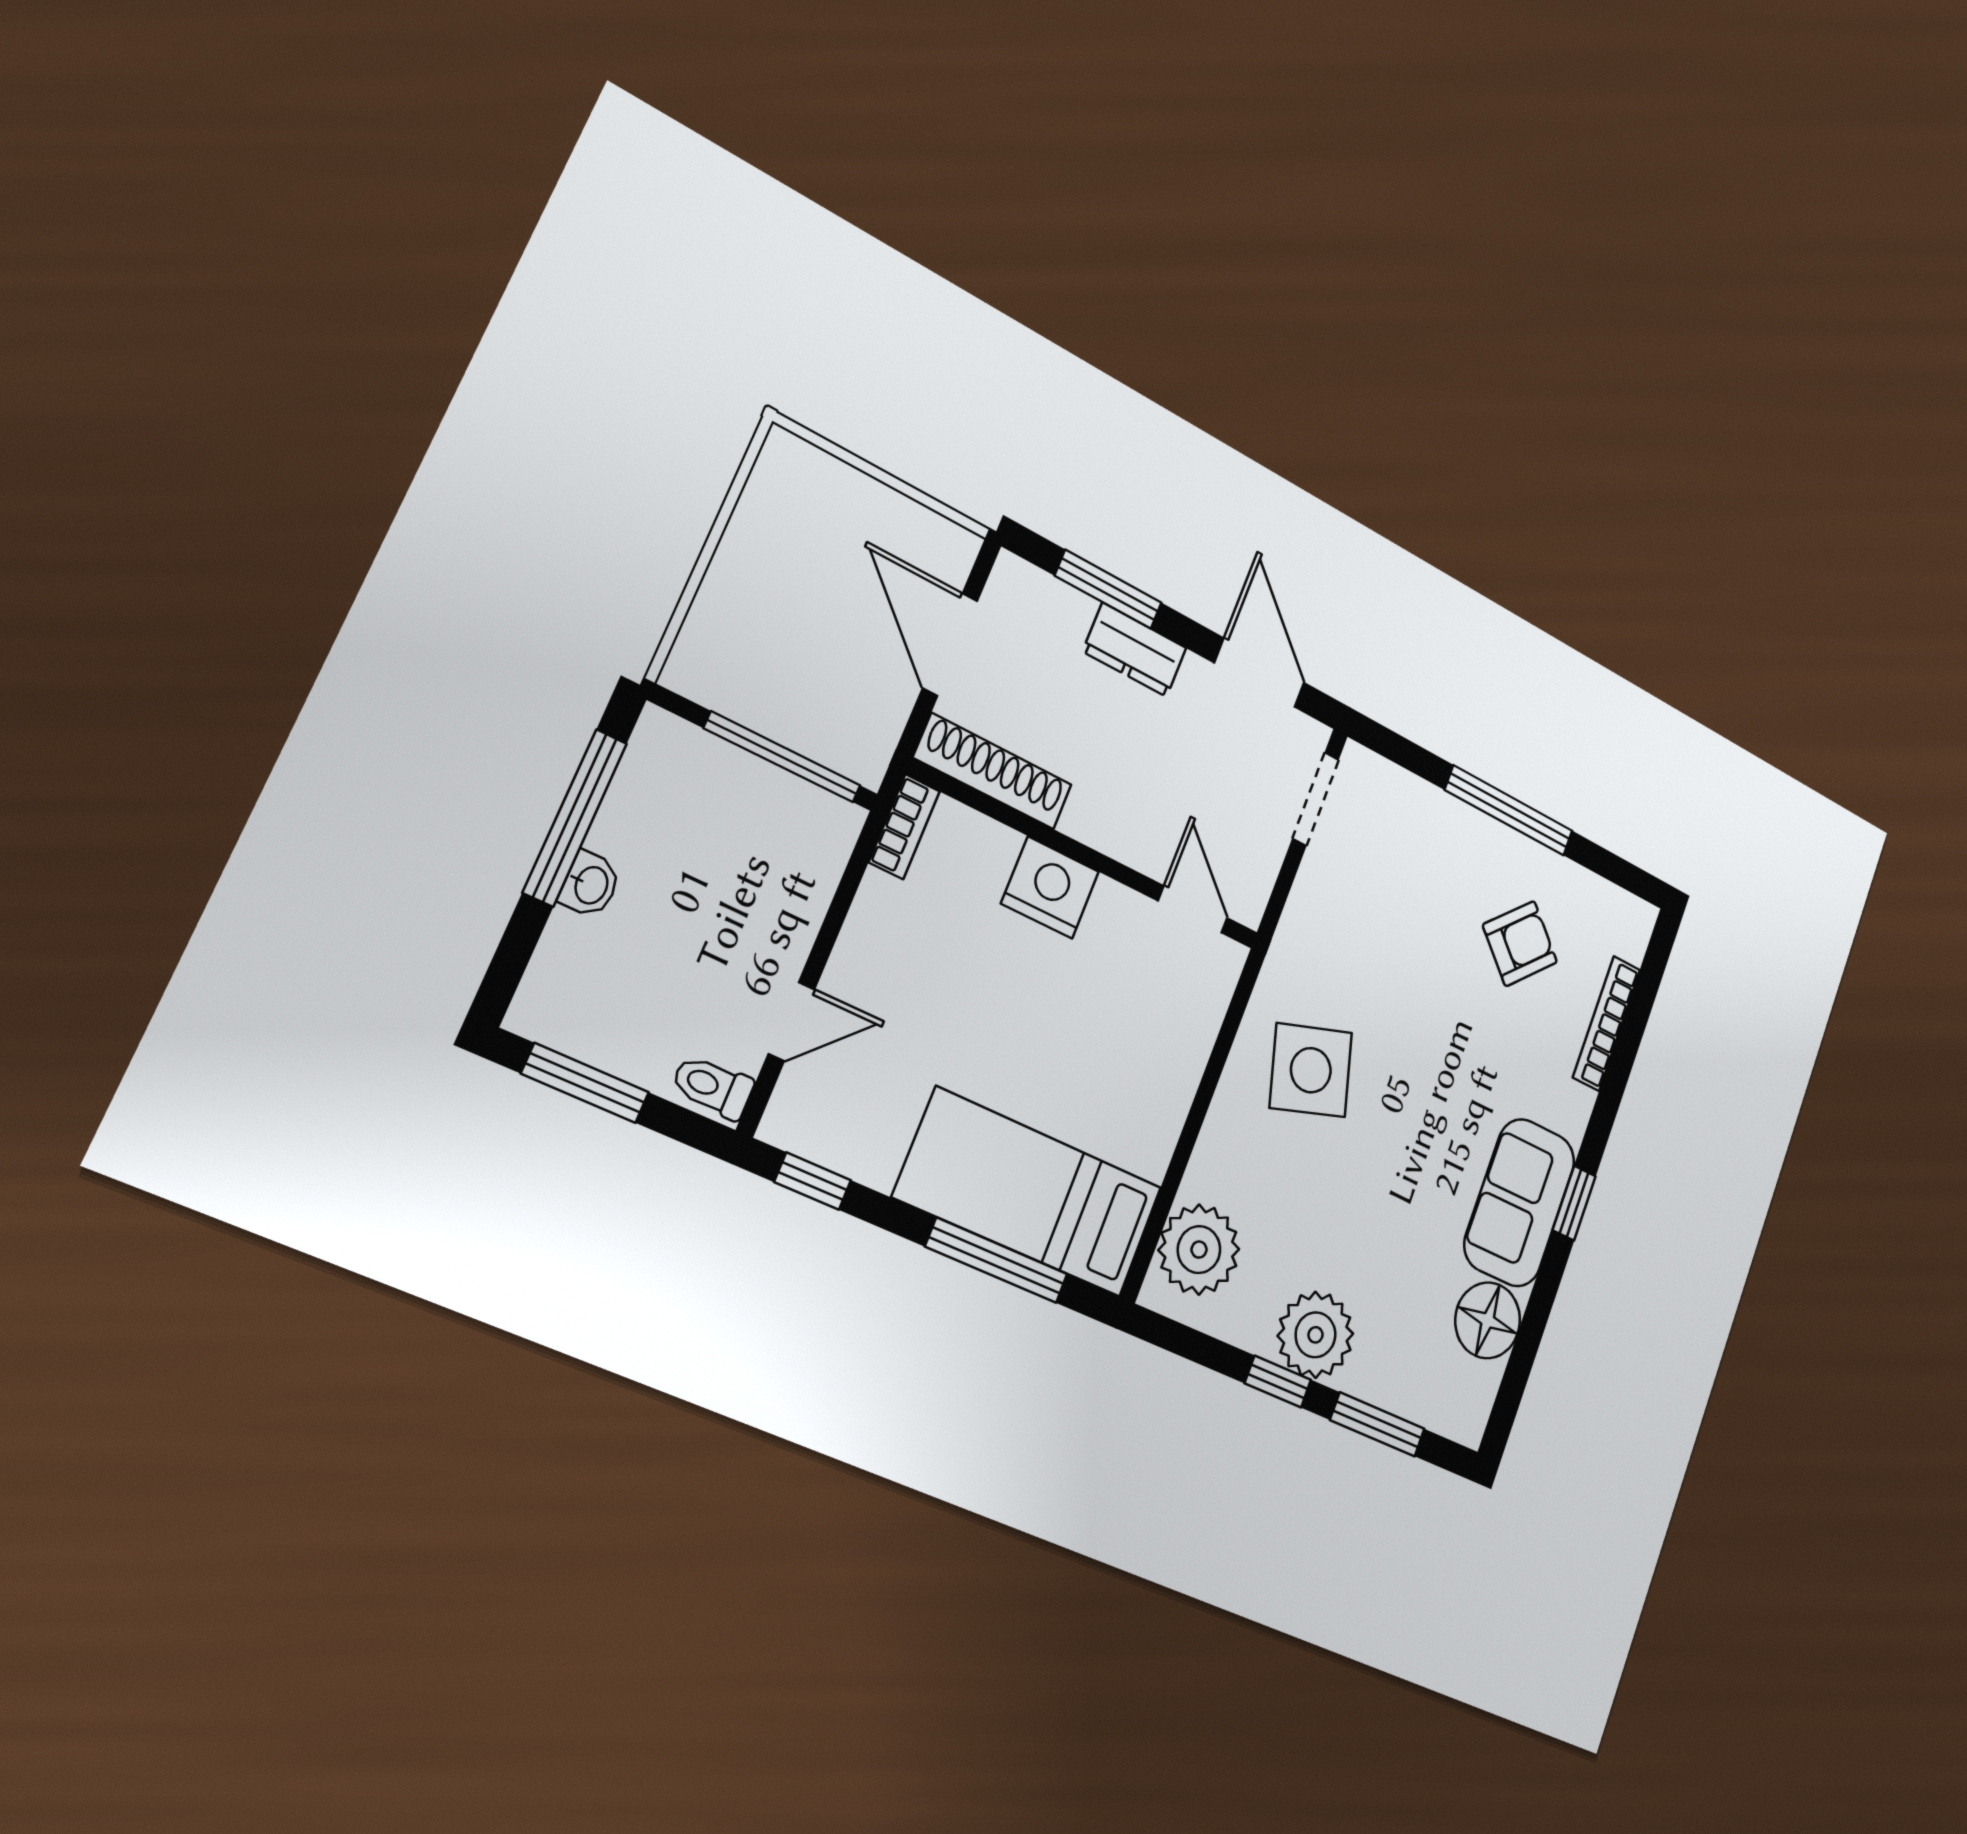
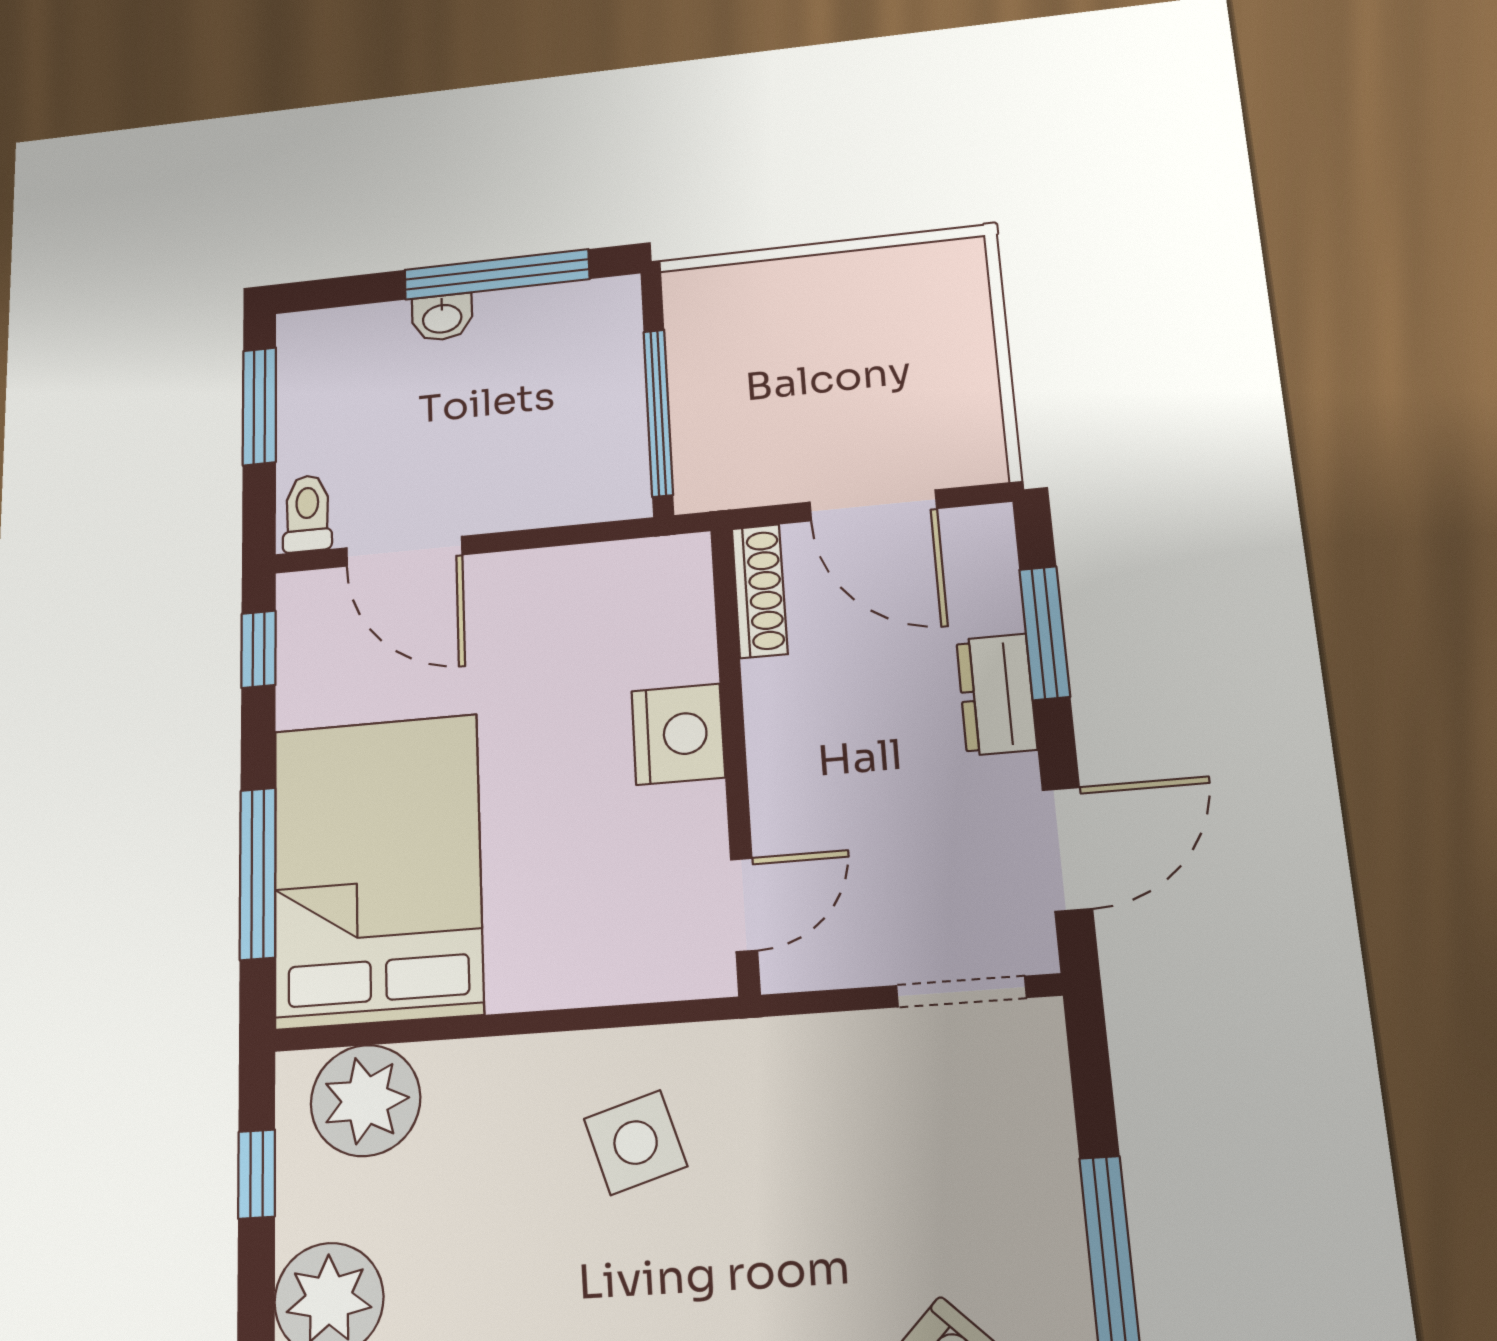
door: (950, 644) -> (873, 505), swing flipped
shoe rack: (993, 771) -> (760, 591), width x0.74, depth x0.81
bookcase: (904, 827) -> (656, 557), removed
door: (791, 1021) -> (404, 551), width x1.37
side table: (1311, 1070) -> (636, 1143), width x0.73, depth x0.73
bed: (1029, 1192) -> (377, 870), width x1.50
window: (1278, 1382) -> (257, 1174), moved

